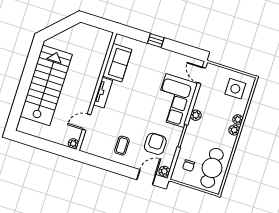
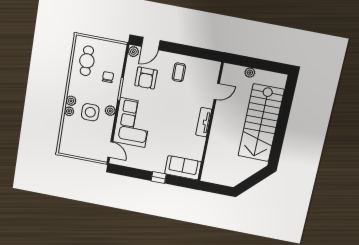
sofa: (117, 63) -> (183, 168), moved, turned 90
side table: (235, 89) -> (90, 112), moved
plant: (73, 144) -> (250, 73), moved
chair: (189, 166) -> (108, 77), moved
cafe table: (212, 168) -> (87, 61), width x0.73, depth x0.74

